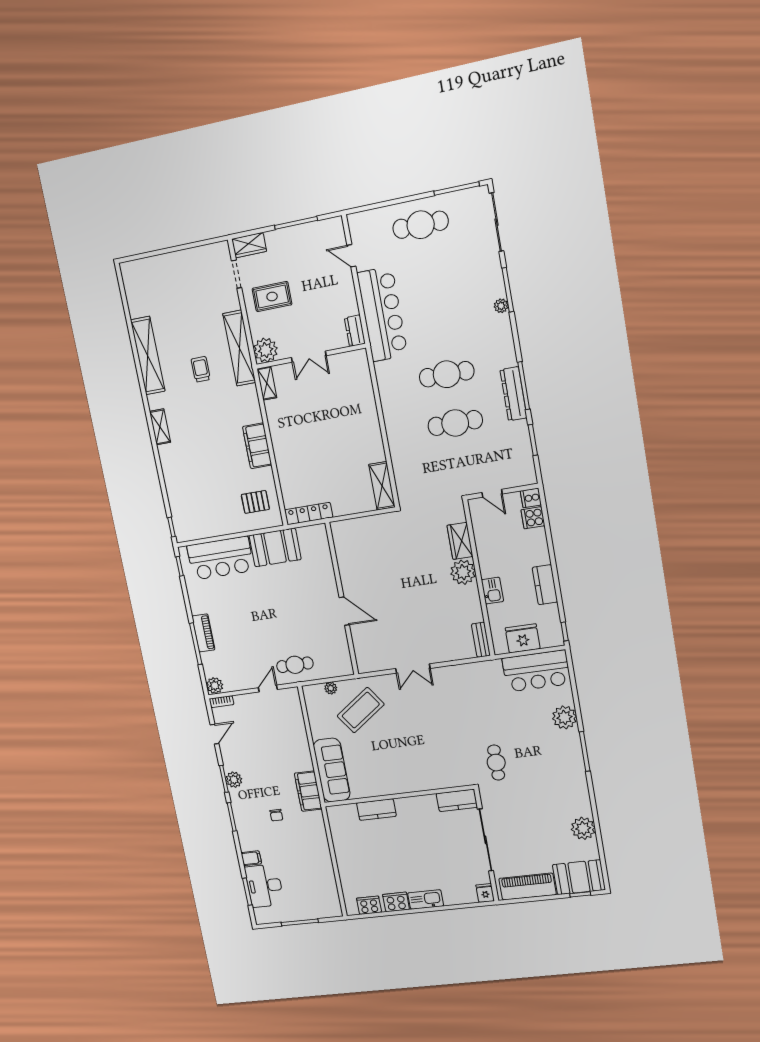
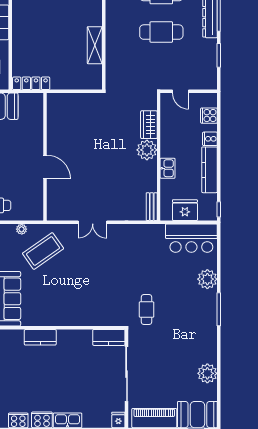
shelving: (382, 486) -> (95, 45), moved
cooker: (531, 498) -> (210, 139), moved
kitchen counter: (545, 585) -> (209, 170), width x1.50

